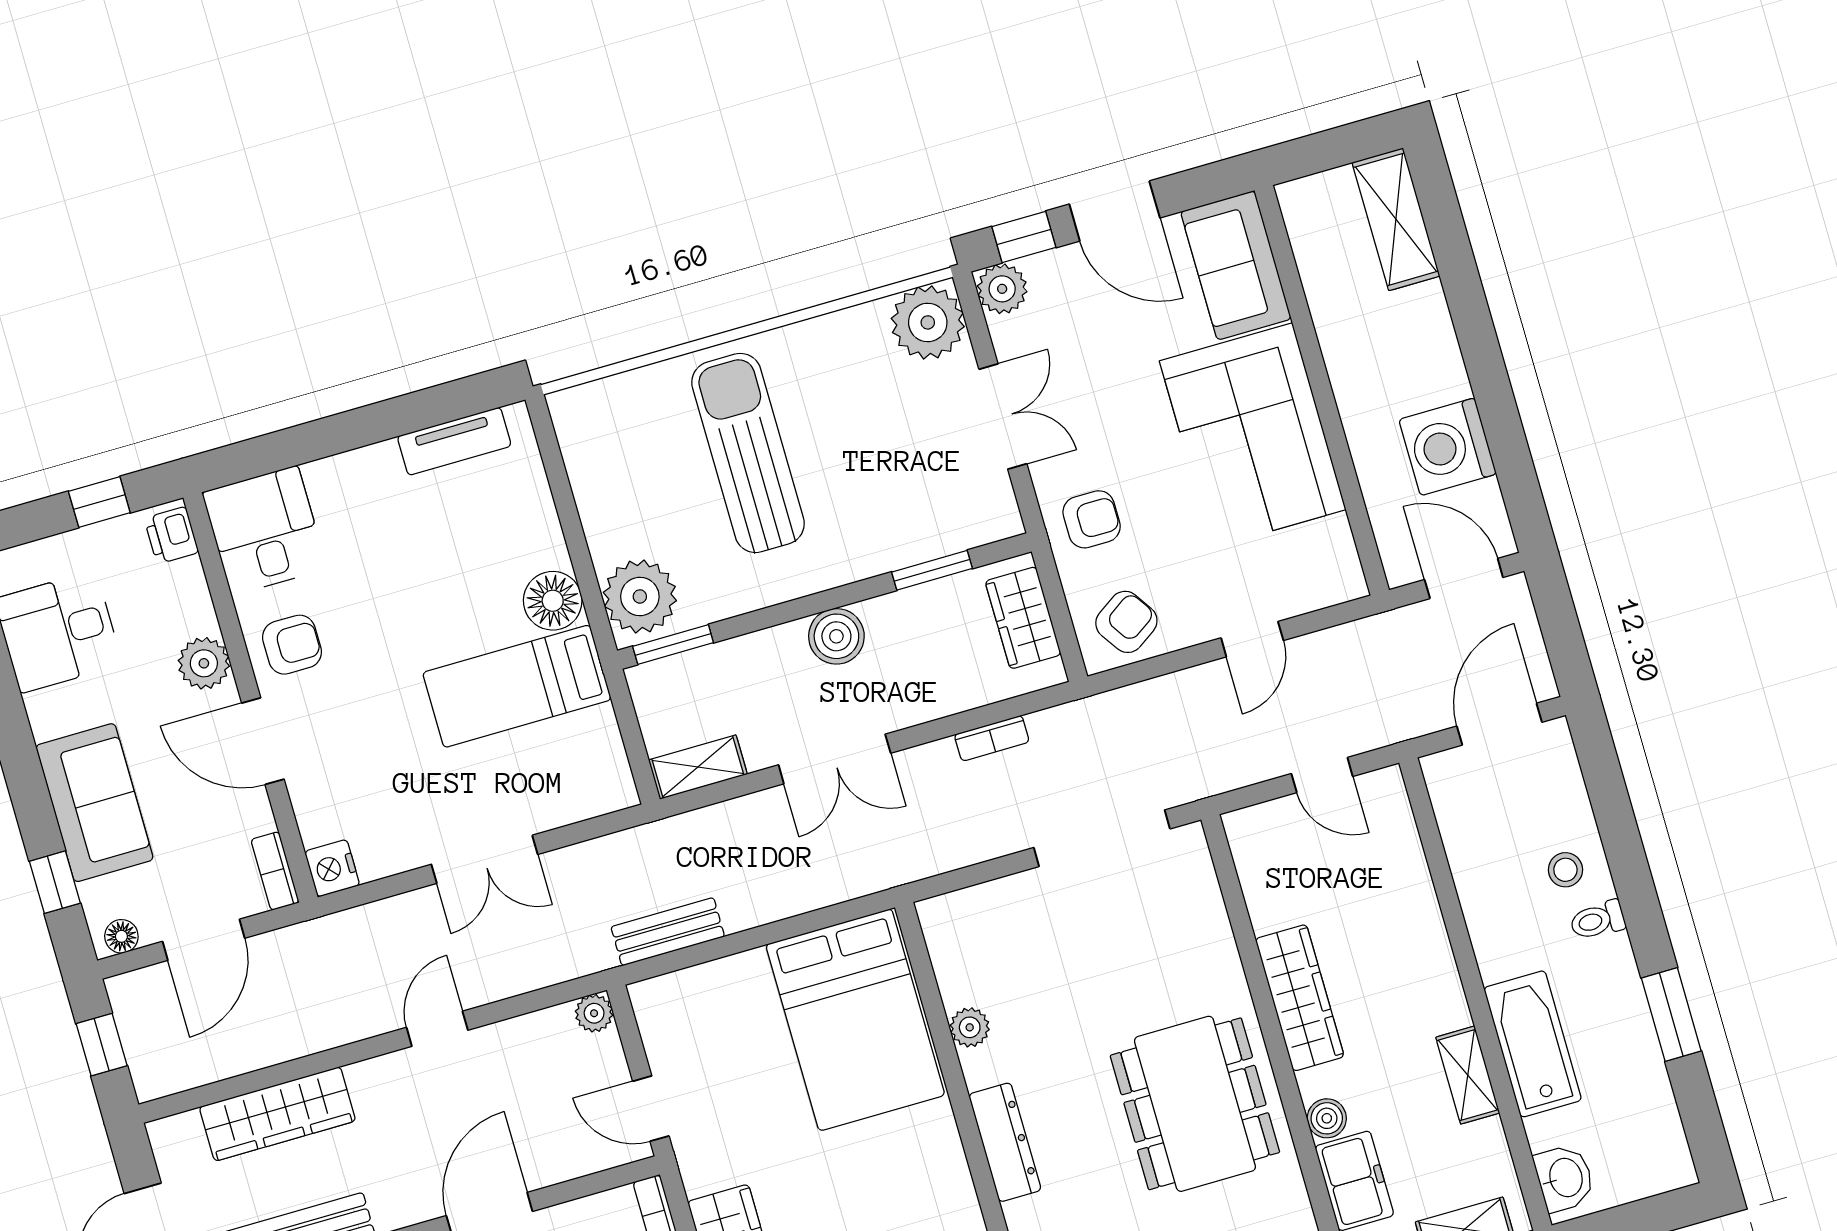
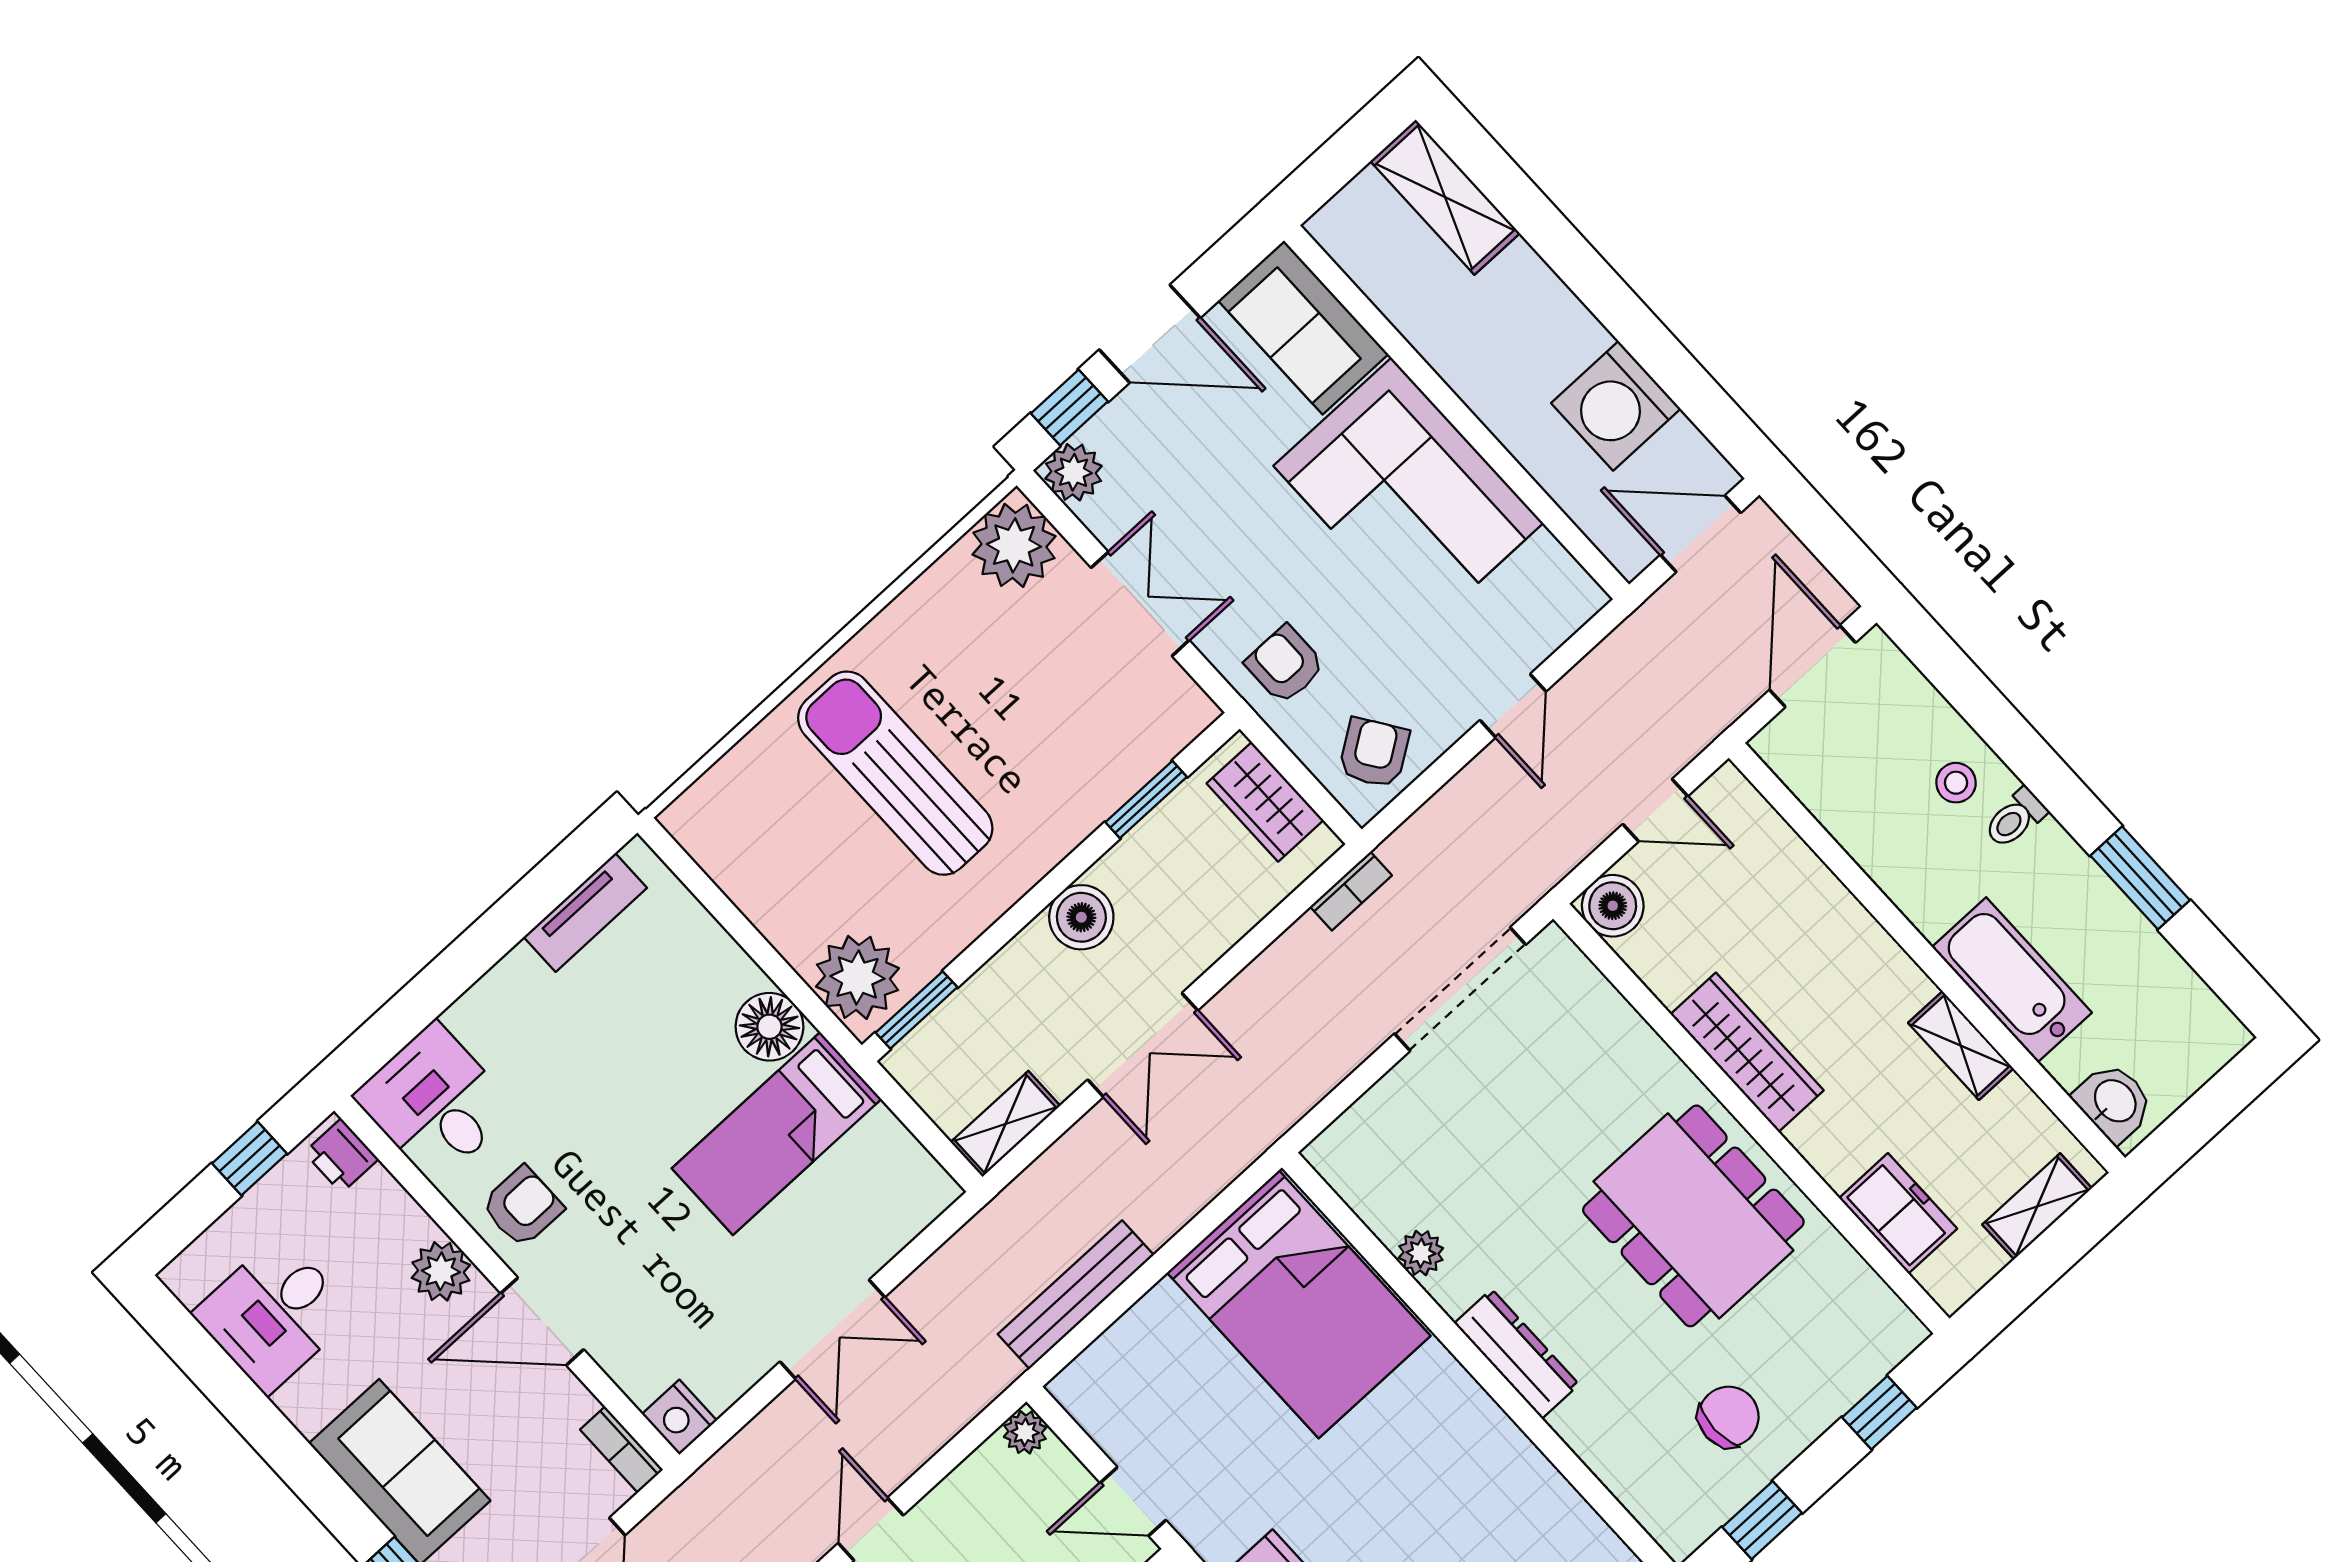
armchair: (1092, 519) -> (1285, 665), turned -90
bookcase: (992, 738) -> (1351, 891), moved
bench: (668, 932) -> (1076, 1295), width x1.36
boiler: (1327, 1118) -> (1613, 906), moved, width x1.36, depth x1.36

